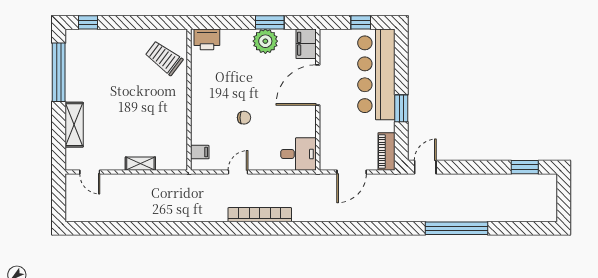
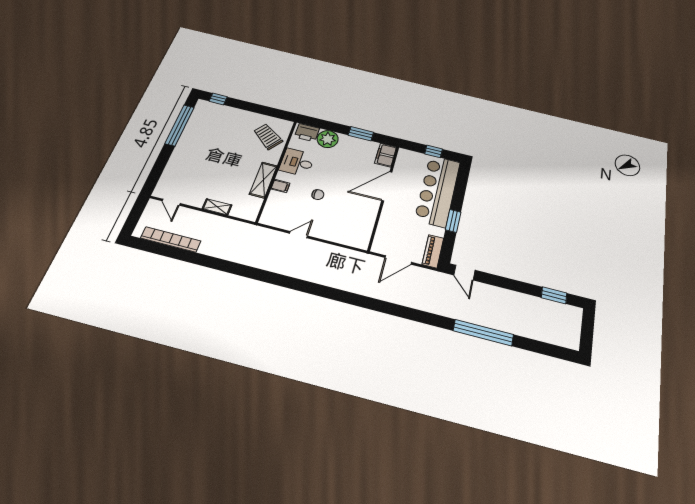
plant: (265, 41) -> (328, 139), moved
shelving: (74, 125) -> (263, 180), moved
filing cabinet: (200, 152) -> (280, 186), moved
desk: (298, 154) -> (297, 162), moved, turned 180
door: (425, 167) -> (464, 273), swing flipped
bookcase: (260, 215) -> (171, 239), moved

